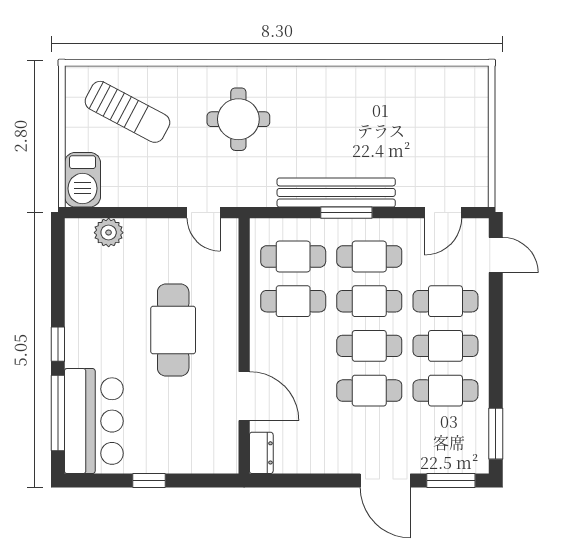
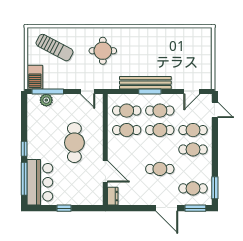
window: (112, 213) -> (48, 91), added
cafe table: (369, 346) -> (160, 149), removed
cafe table: (445, 391) -> (193, 188), moved

